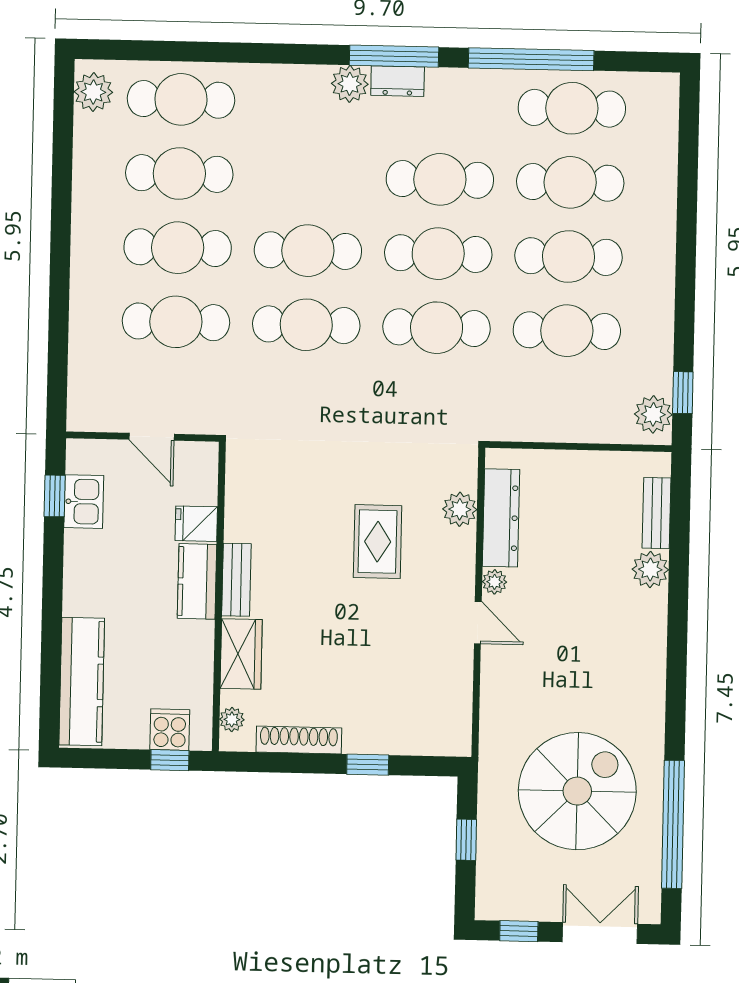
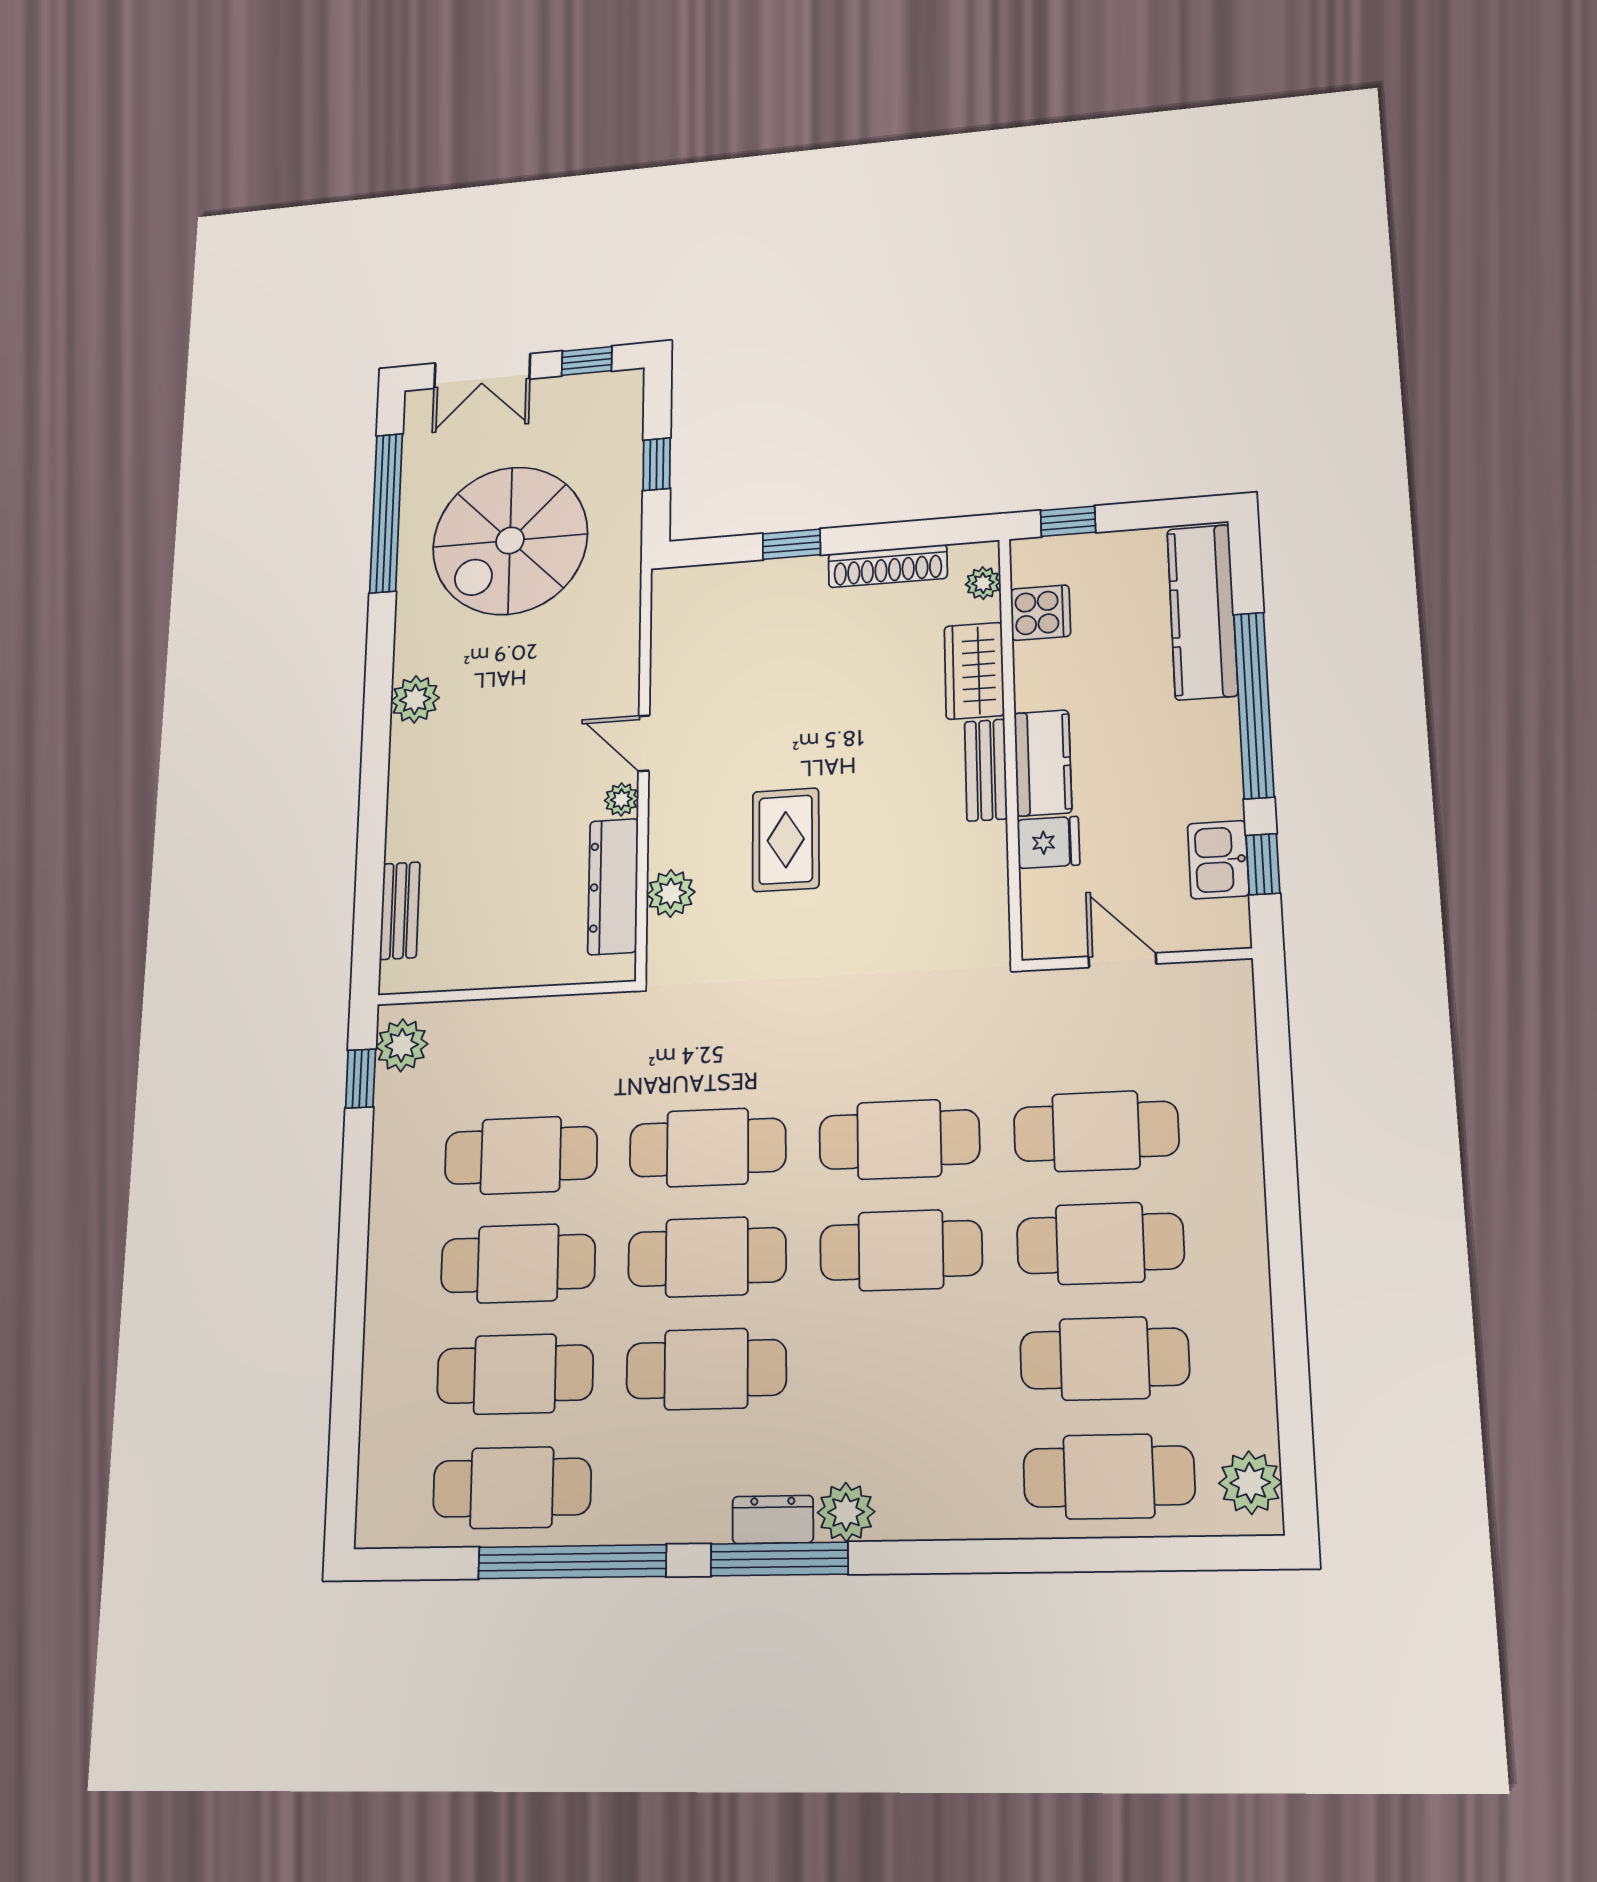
plant: (650, 569) -> (415, 699), moved
window: (52, 610) -> (1254, 705), added
cooker: (170, 730) -> (1040, 613), moved, turned -90

